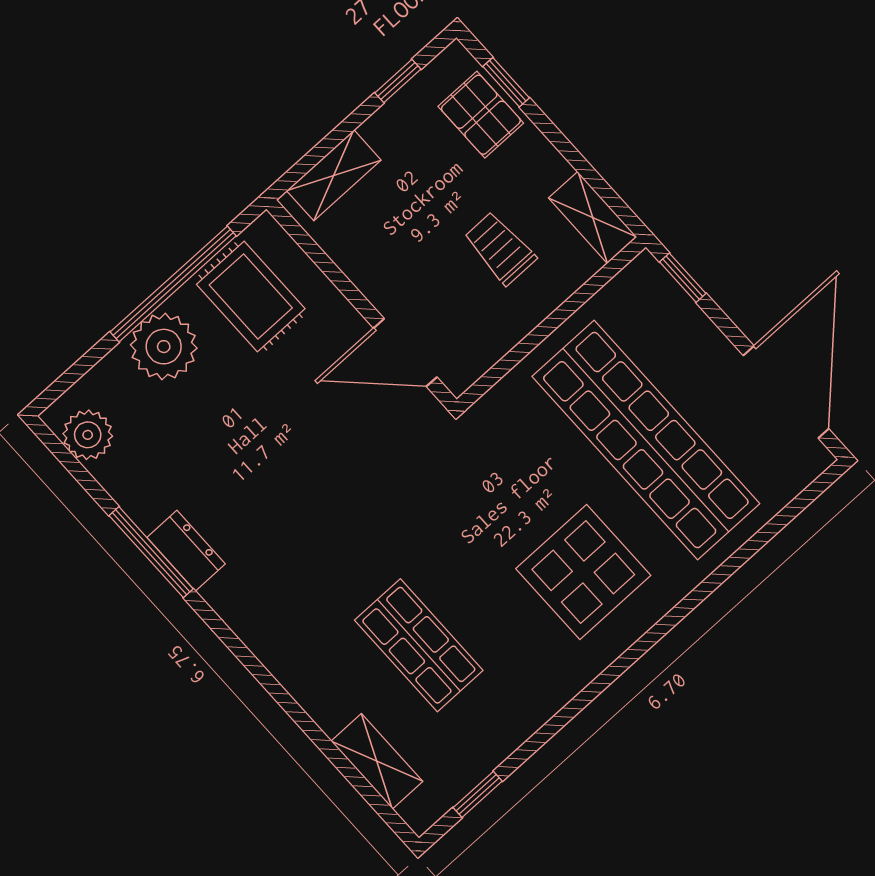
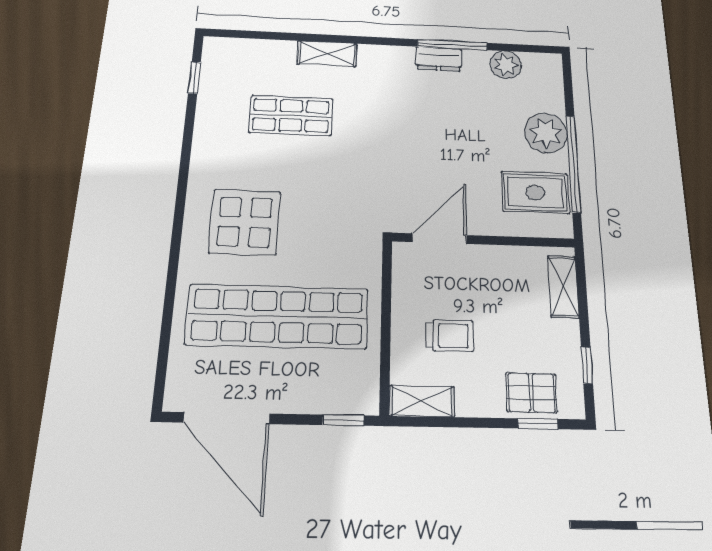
plant: (88, 435) -> (506, 65), moved
shelving: (377, 761) -> (327, 54), moved

